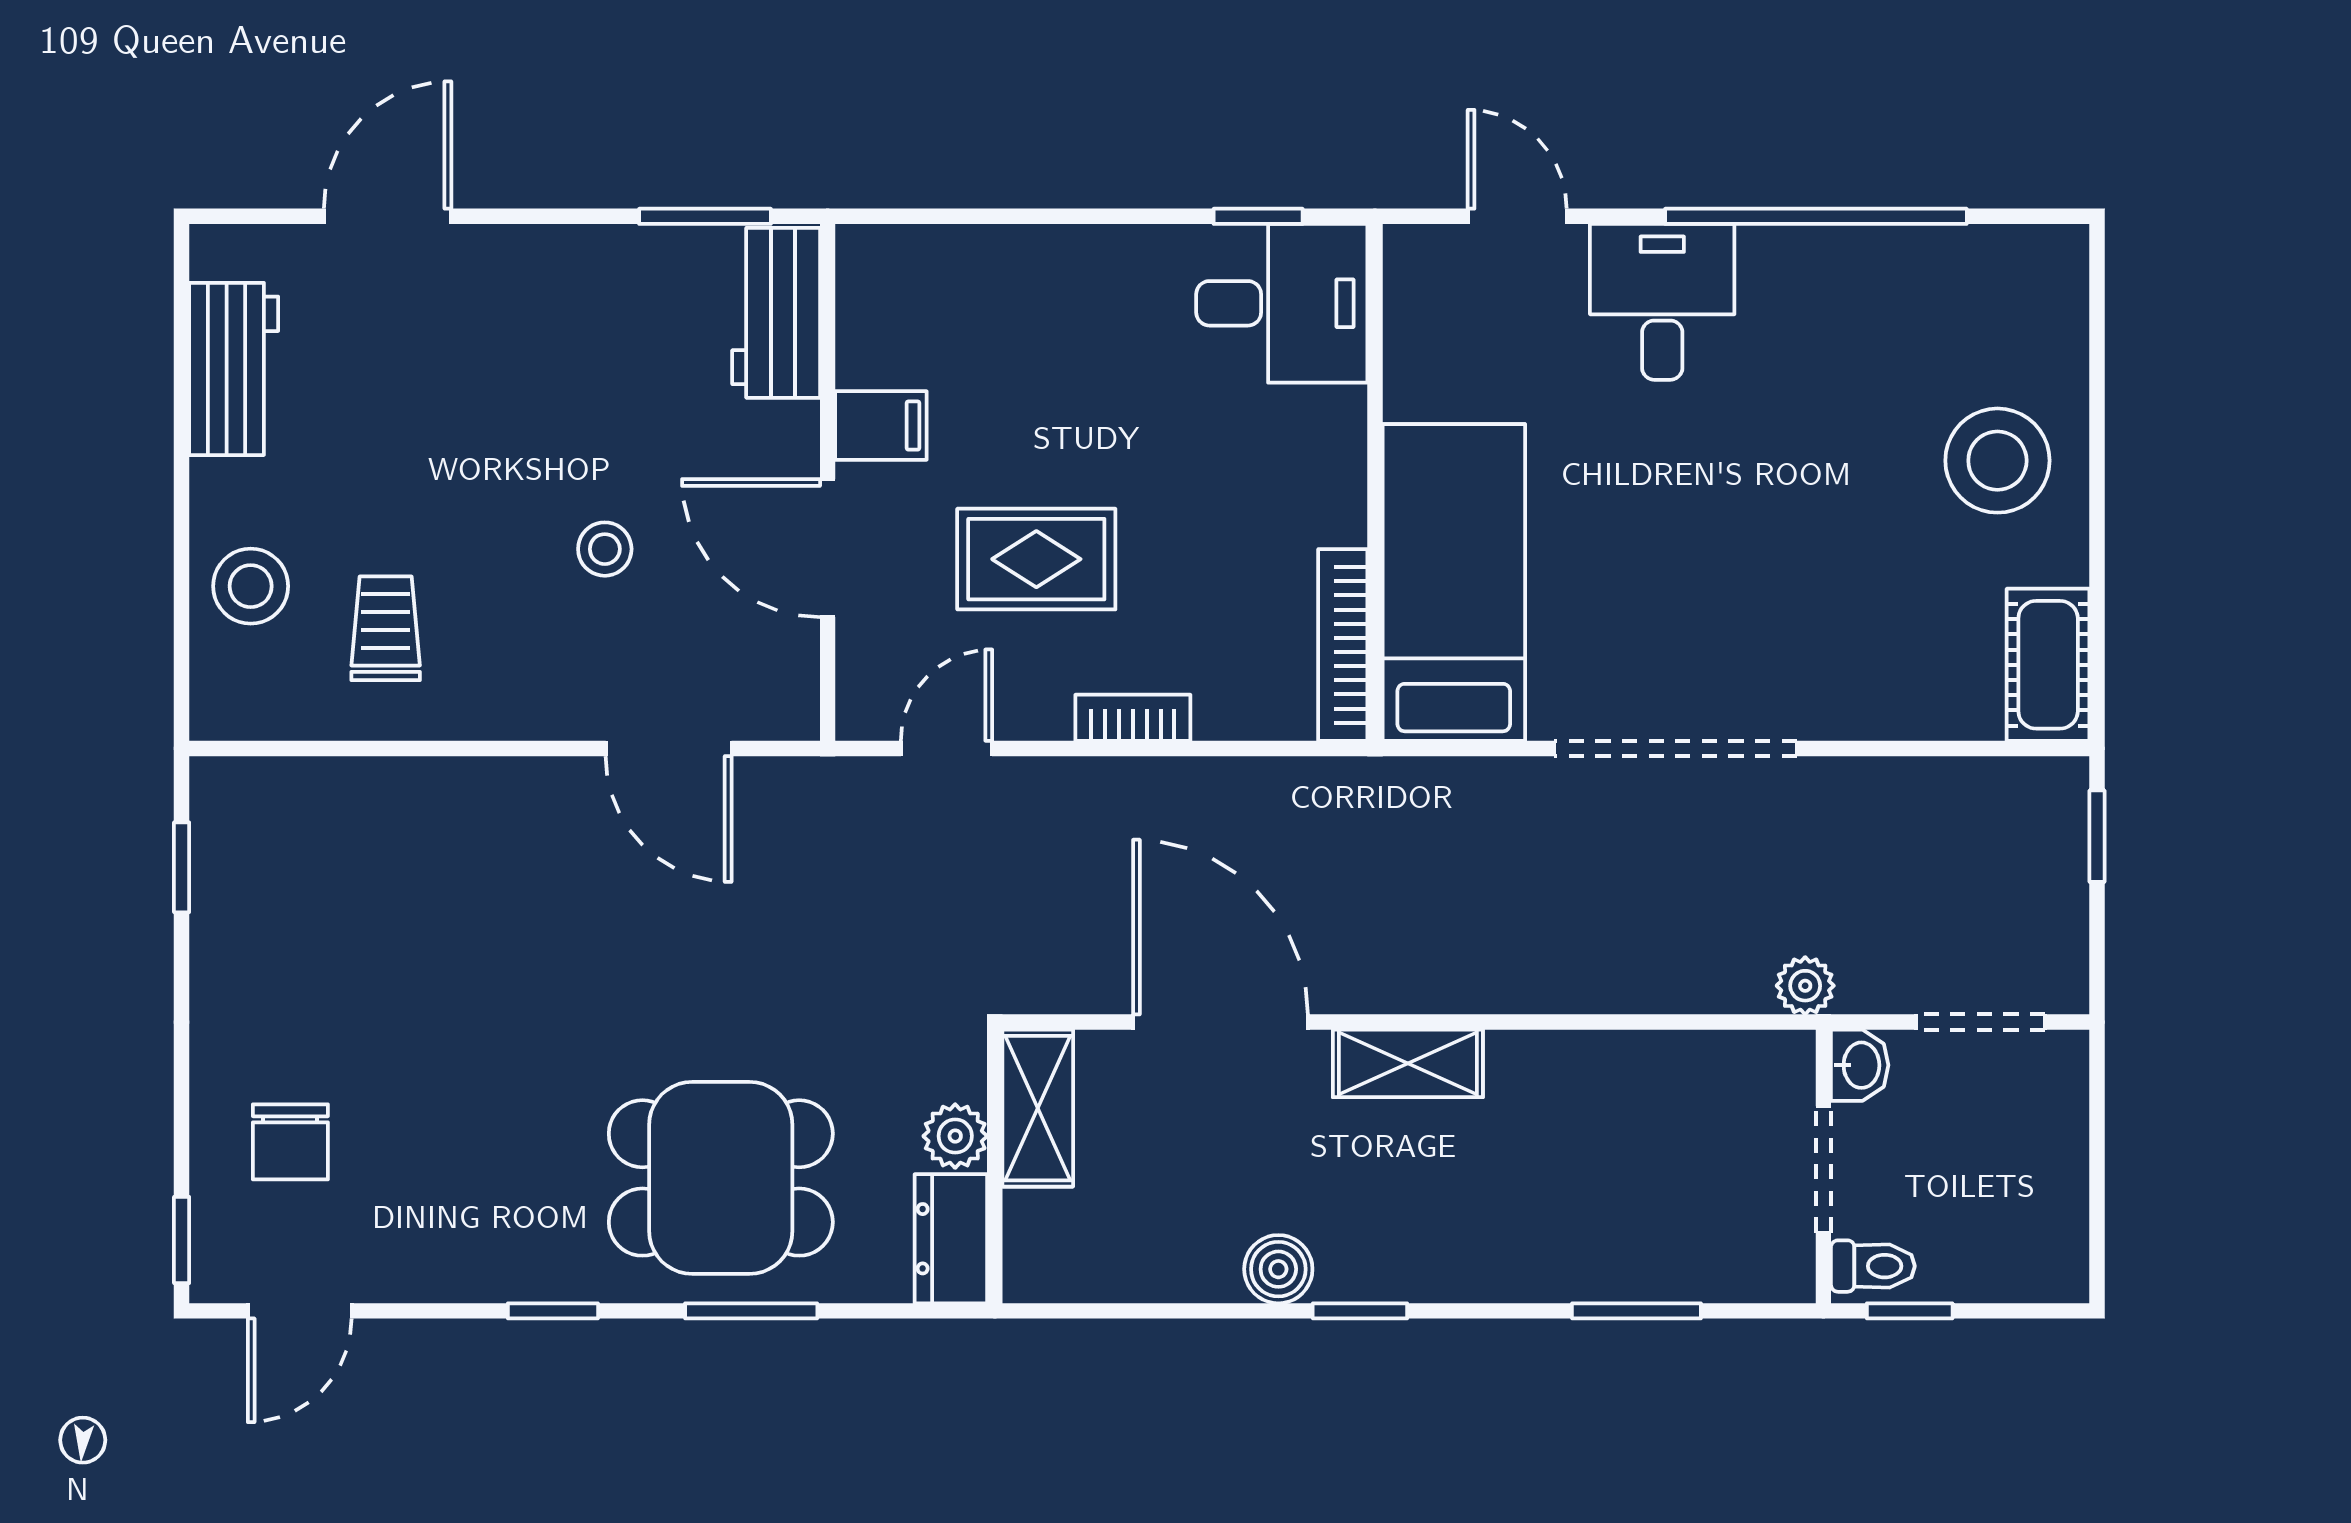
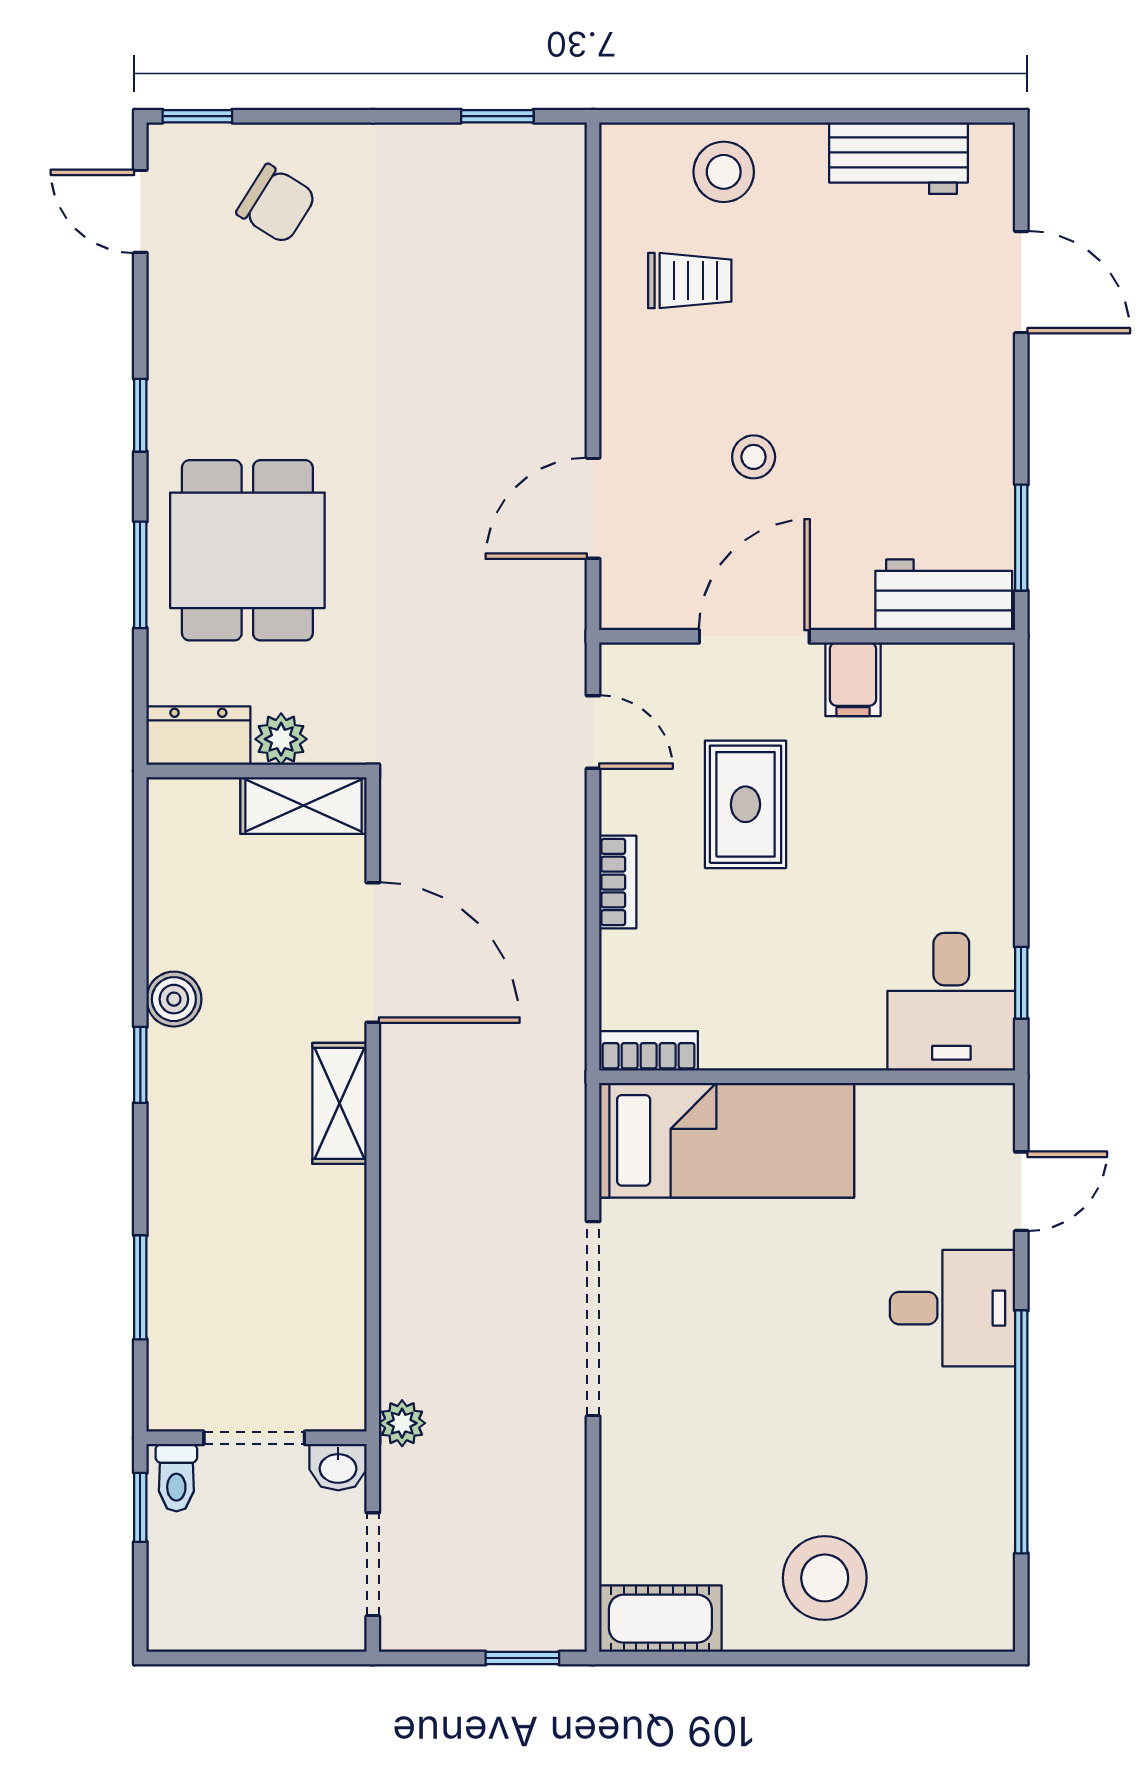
bookcase: (1343, 645) -> (649, 1051), width x0.64
door: (1220, 1022) -> (373, 953), hinge flipped
chair: (290, 1142) -> (276, 204), turned -148

